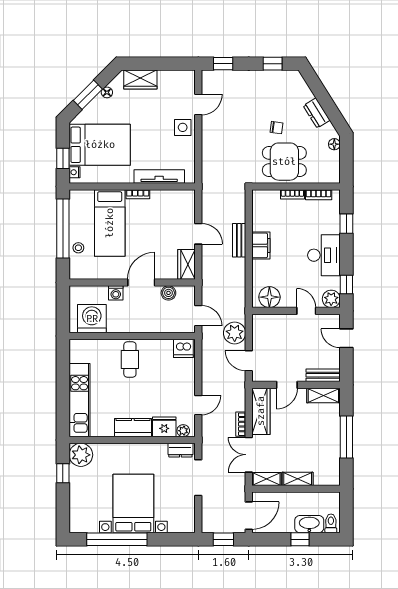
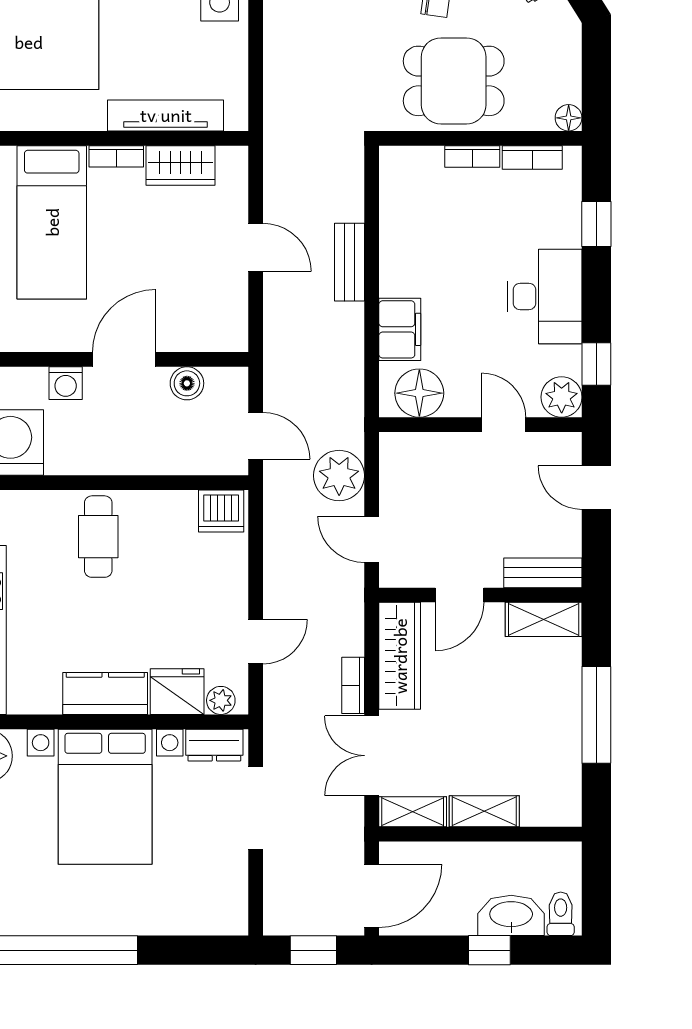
floor lamp: (334, 144) -> (569, 118), moved
filing cabinet: (261, 245) -> (400, 329), moved
wardrobe: (187, 264) -> (181, 166), moved, turned -90
bed with nightstands: (133, 504) -> (105, 797), moved, turned 180

